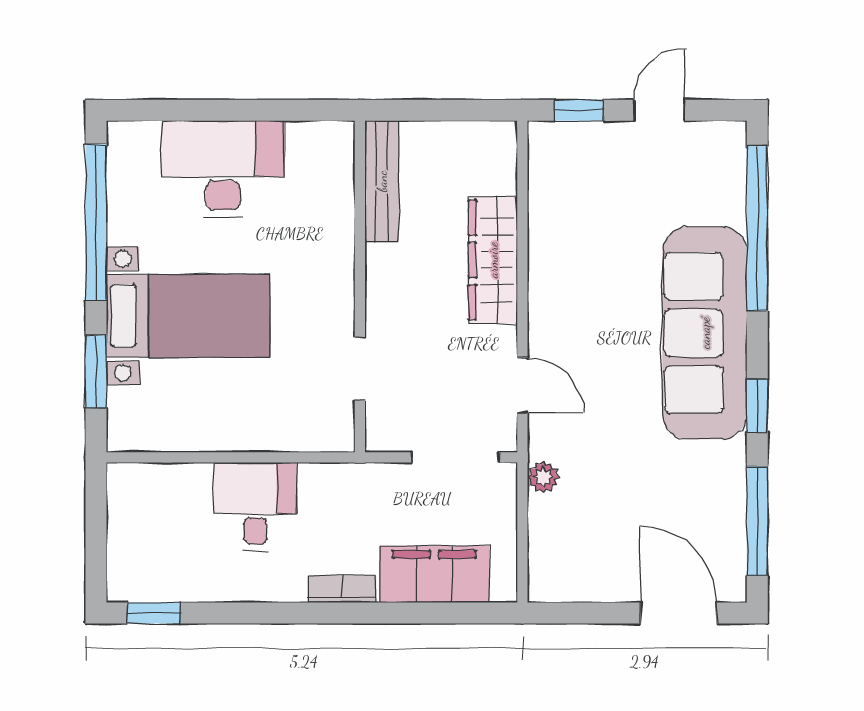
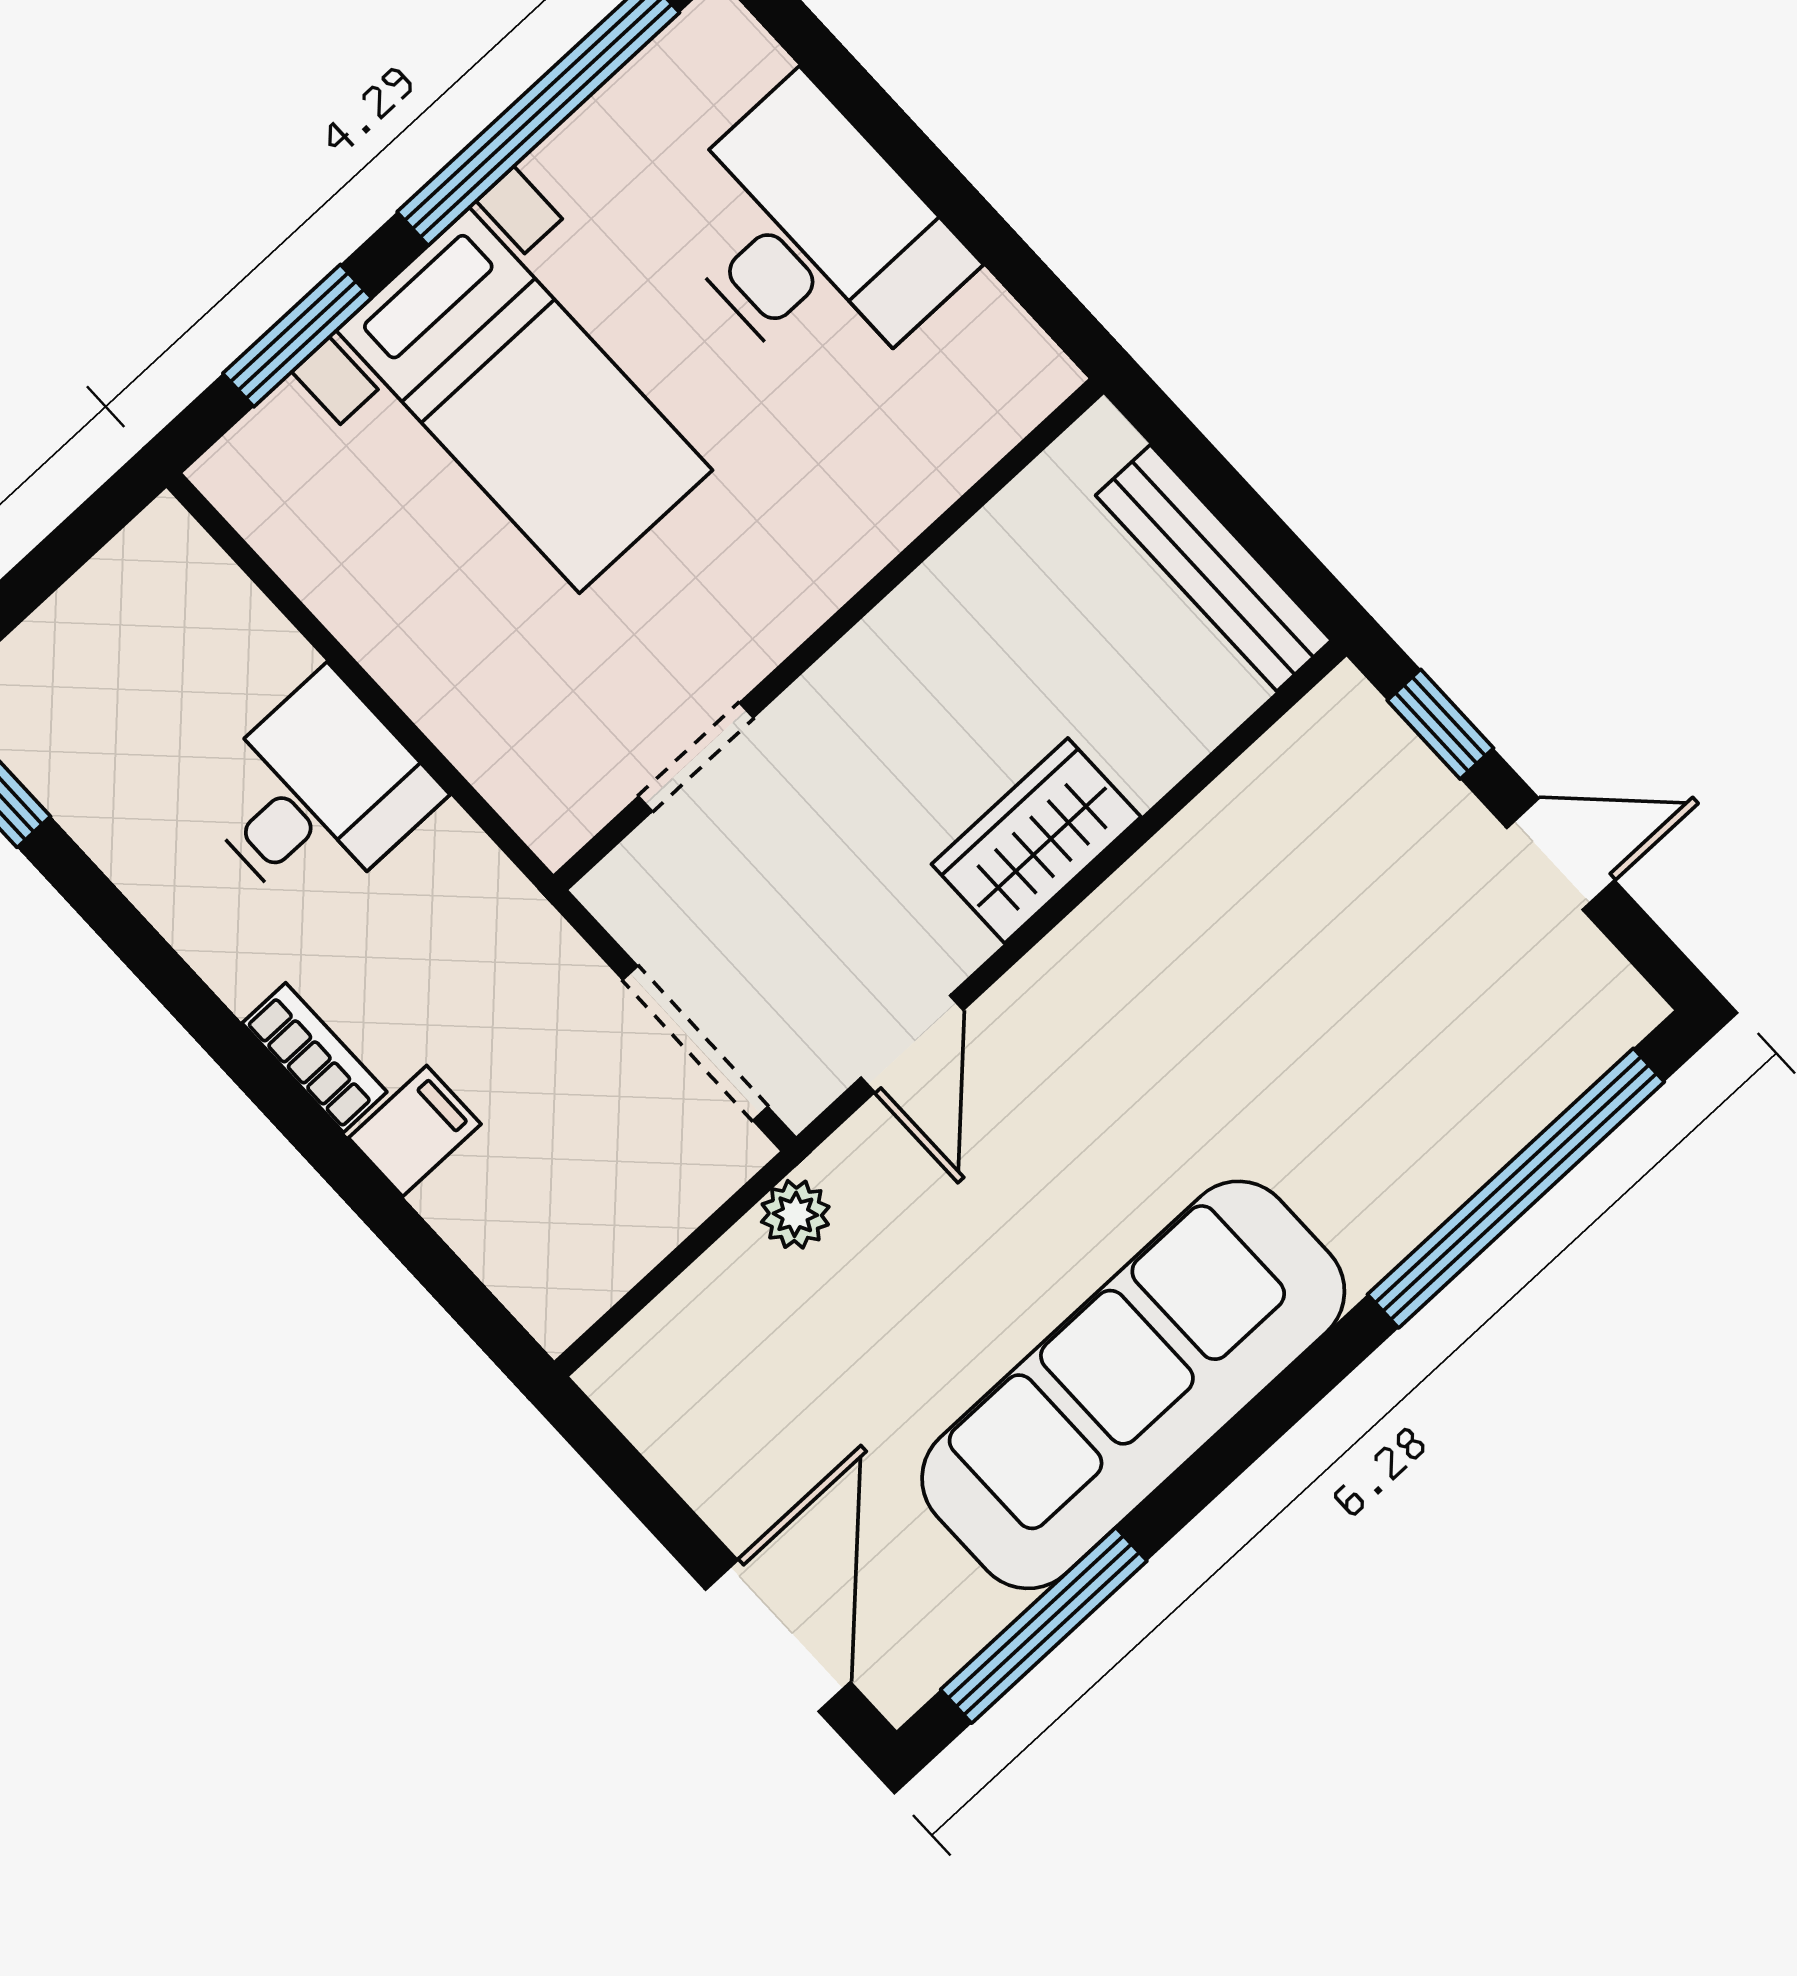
bench: (382, 181) -> (1214, 568), moved, turned 90
wardrobe: (493, 260) -> (1036, 841), width x0.67
sofa: (705, 333) -> (1133, 1385), moved
window: (757, 406) -> (1230, 1453), removed
filing cabinet: (434, 574) -> (415, 1131), width x0.33, depth x0.86

